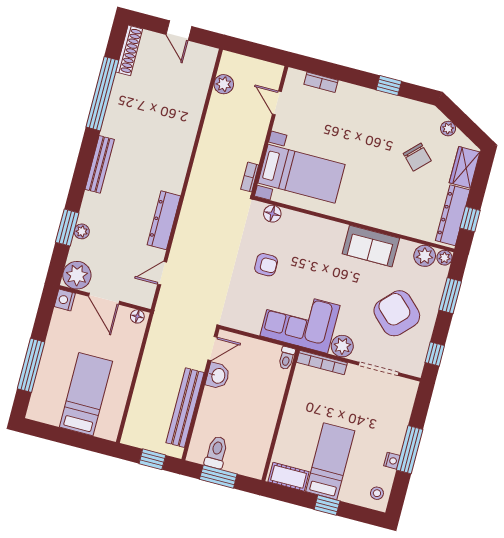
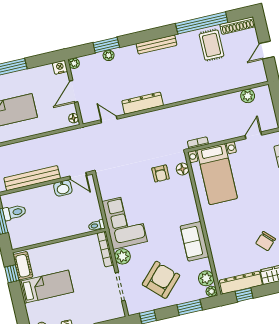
rug: (136, 96) -> (211, 45), added
armchair: (266, 265) -> (161, 173), moved
plant: (77, 275) -> (74, 63), width x0.53, depth x0.53
window: (327, 505) -> (12, 274), moved

